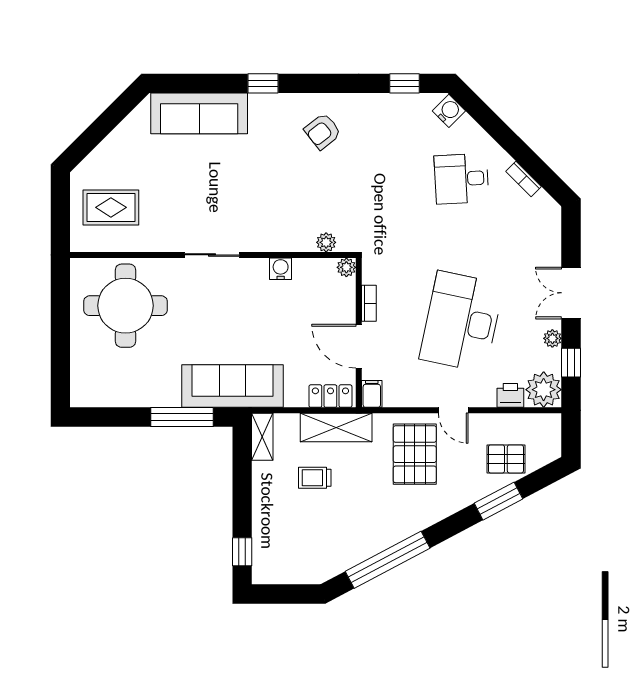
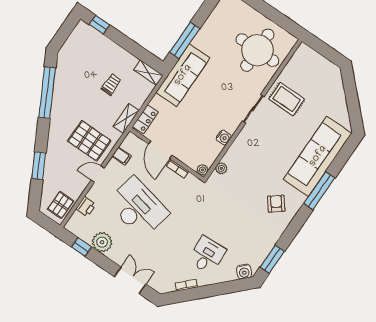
window: (263, 83) -> (319, 191), width x2.17
window: (405, 83) -> (272, 259), width x1.50
sofa: (199, 113) -> (318, 156), width x1.36, depth x1.27
rug: (111, 207) -> (287, 99), moved, turned 90
double door: (571, 293) -> (130, 280), moved
plant: (552, 338) -> (102, 242), width x1.88, depth x1.88
door: (359, 346) -> (160, 150), swing flipped
plant: (544, 390) -> (78, 225), removed
filing cabinet: (372, 394) -> (122, 156), moved
shelving: (336, 428) -> (126, 119), width x0.67, depth x0.75
pallet: (506, 459) -> (61, 205), moved

